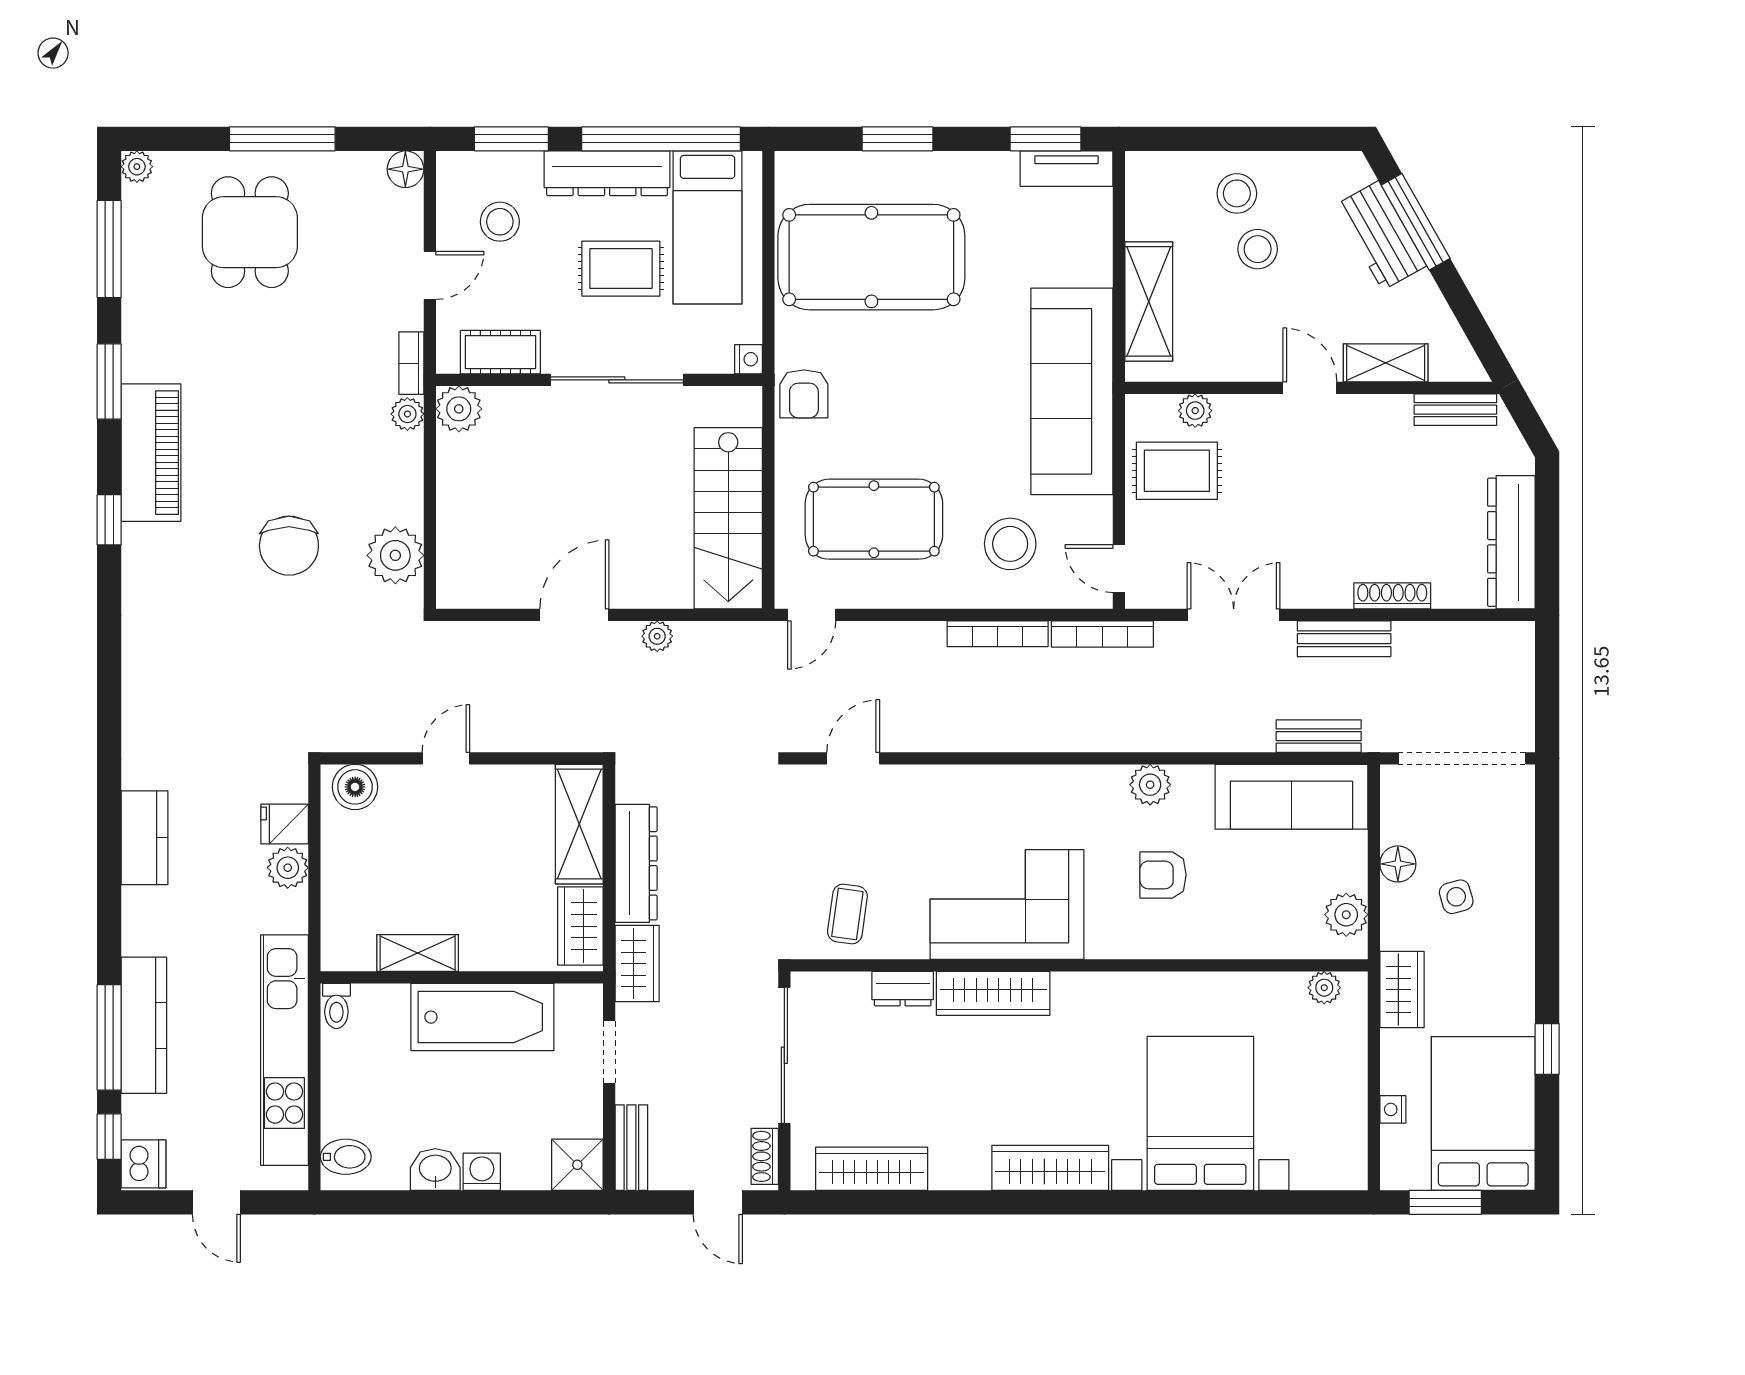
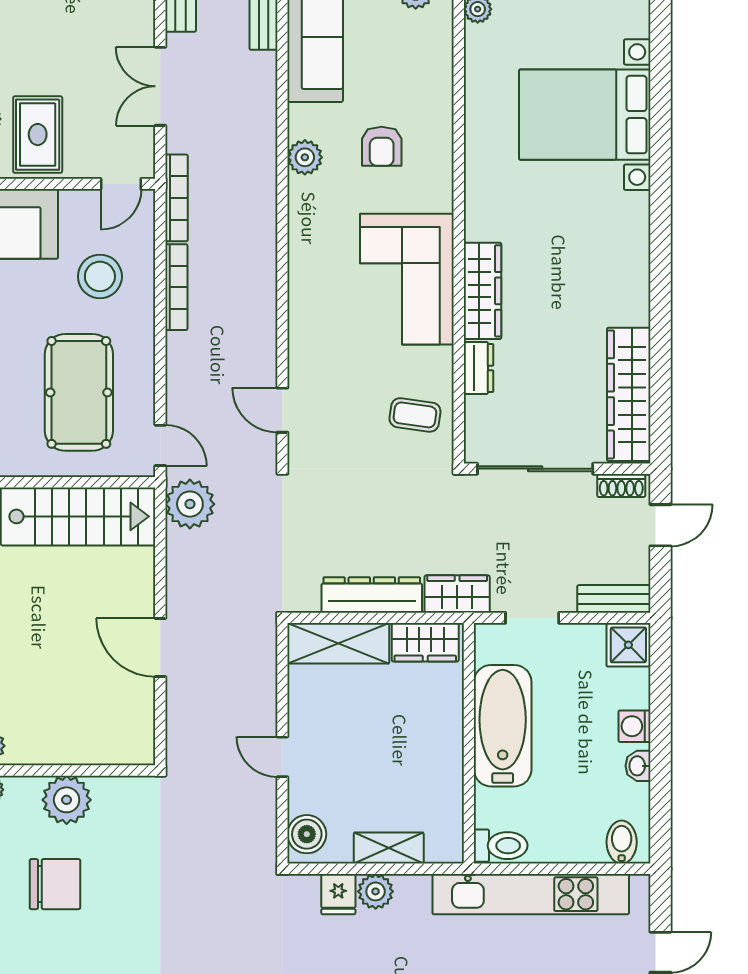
chair: (289, 546) -> (55, 884), moved
plant: (395, 555) -> (67, 800), moved
plant: (657, 636) -> (190, 504), moved, width x1.88, depth x1.88
shelving: (418, 953) -> (389, 848), moved, turned 90
toilet: (336, 1006) -> (501, 846), width x1.37, depth x1.39
wardrobe: (1050, 1168) -> (631, 242), removed
wardrobe: (872, 1169) -> (629, 394), width x1.40, depth x1.17
washbasin: (435, 1170) -> (638, 766), width x0.72, depth x0.69

